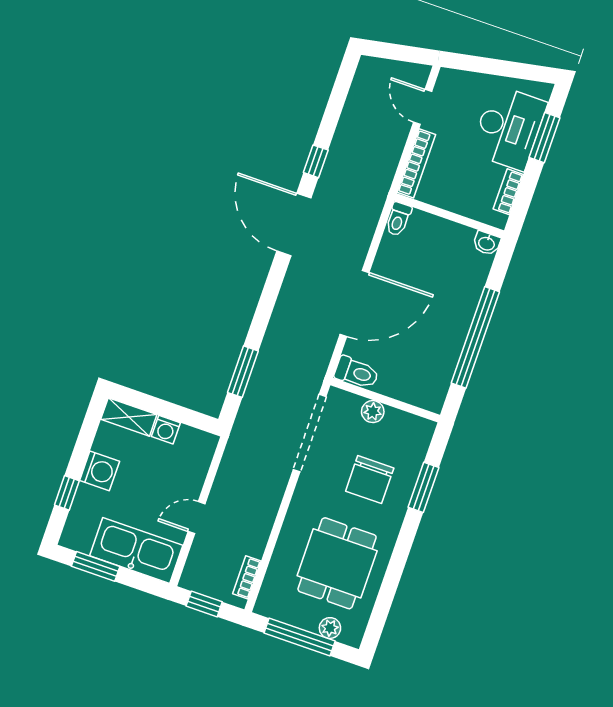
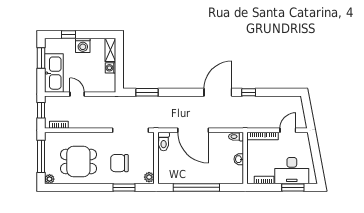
washbasin: (487, 243) -> (239, 159), moved
plant: (373, 412) -> (149, 177), moved
plant: (330, 628) -> (49, 179), moved

